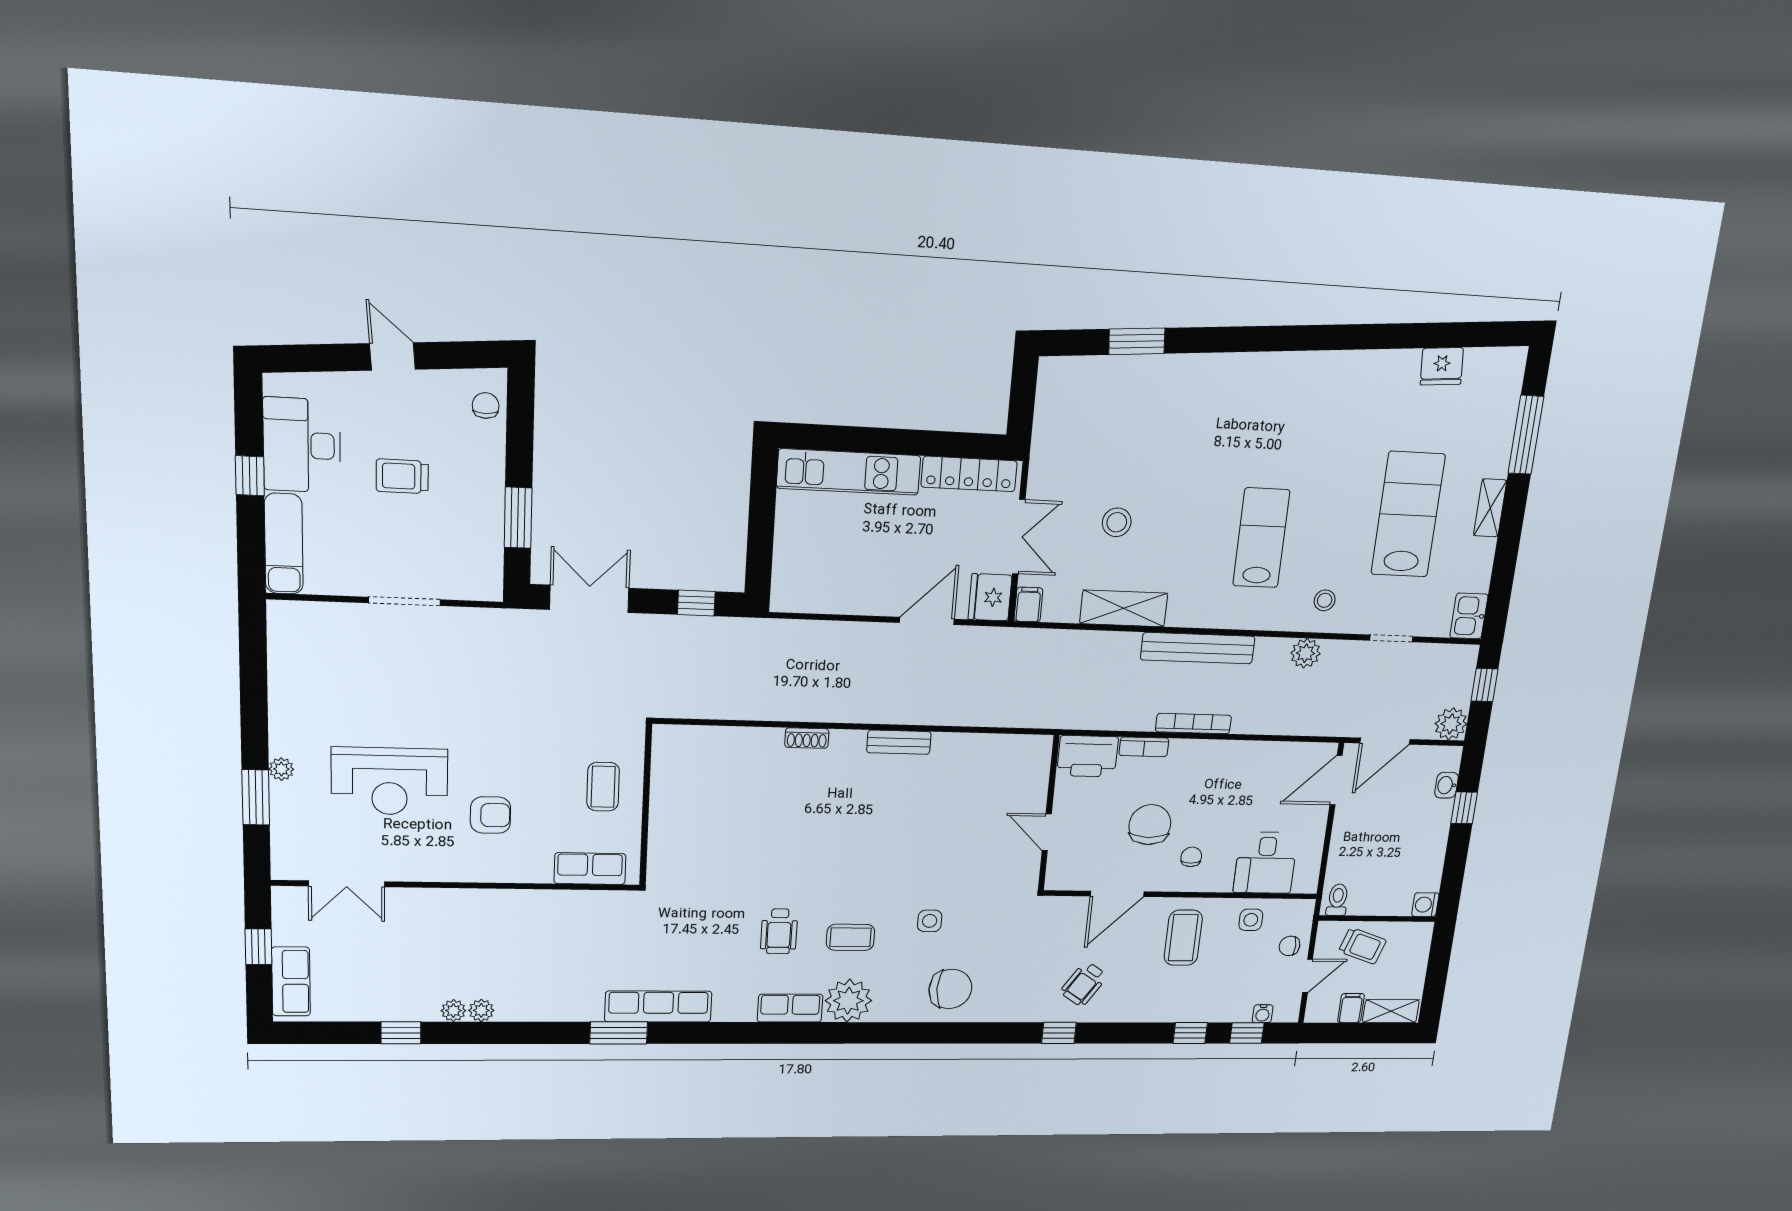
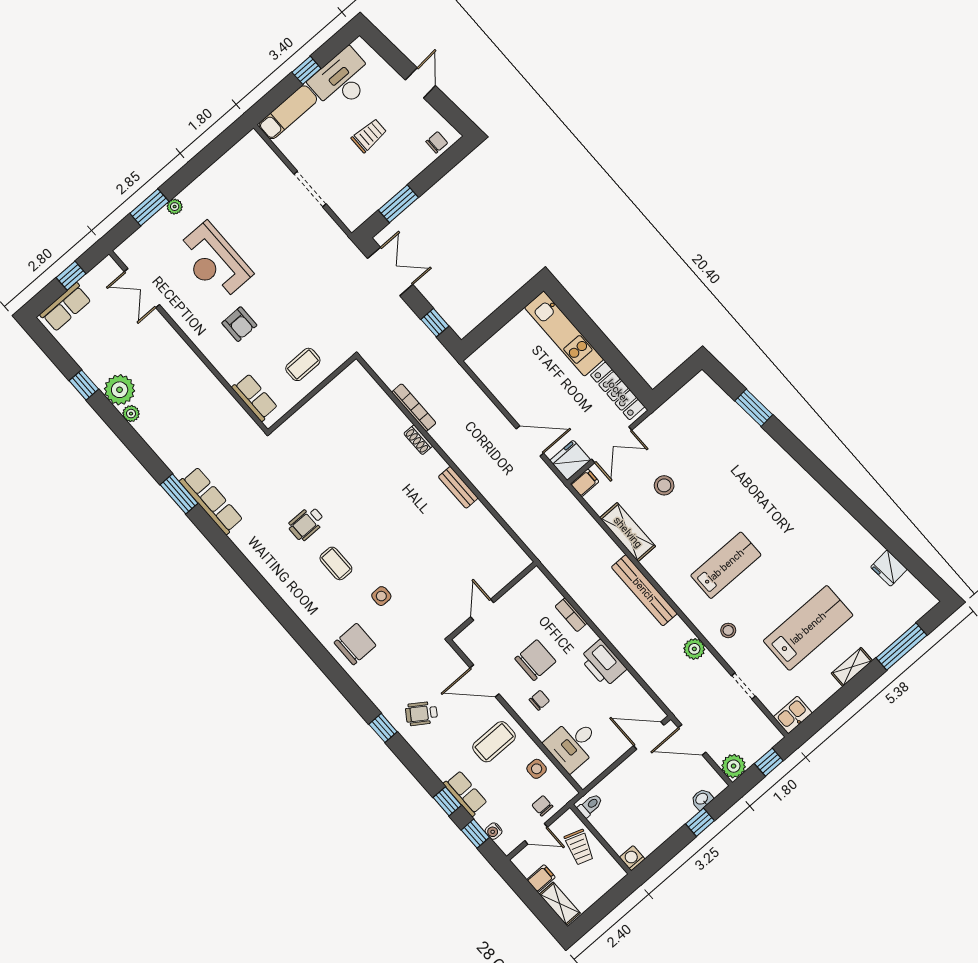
trolley: (402, 476) -> (369, 136), turned 90
bookcase: (1193, 724) -> (414, 408), moved
printer: (1088, 756) -> (603, 663), moved
chair: (950, 989) -> (355, 644), turned -90
plant: (848, 1001) -> (301, 596), removed
row of seats: (790, 1008) -> (465, 793), moved
plant: (453, 1011) -> (120, 390), width x1.88, depth x1.88

